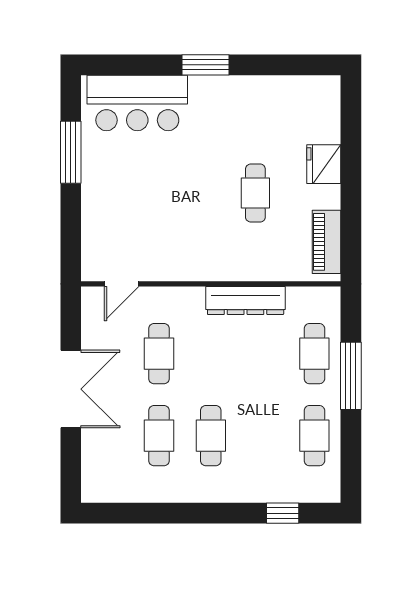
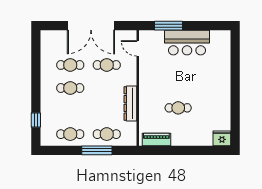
window: (206, 65) -> (235, 86), removed
bar counter: (137, 103) -> (187, 43), moved, turned -90
window: (71, 152) -> (169, 26), moved
fridge: (324, 164) -> (222, 138), moved
double door: (71, 389) -> (91, 26), width x1.36

